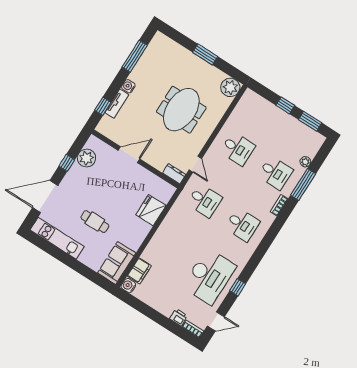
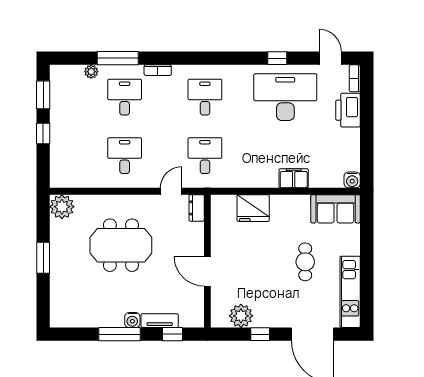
window: (135, 56) -> (120, 334), moved
filing cabinet: (139, 271) -> (294, 178), moved
printer: (179, 317) -> (348, 110), width x1.87, depth x1.48

